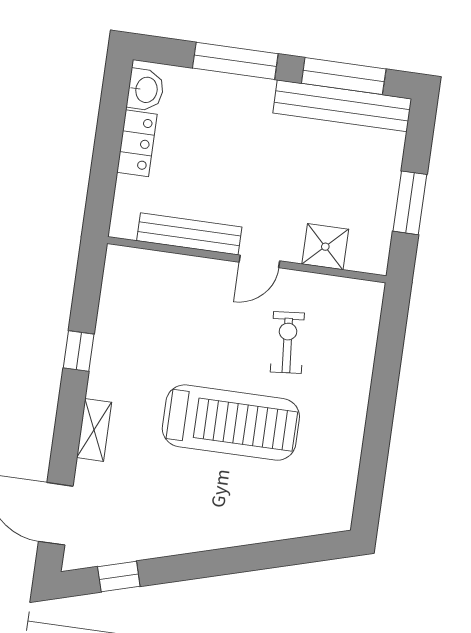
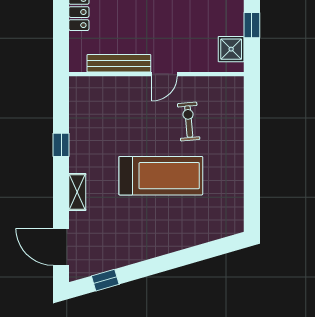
window: (410, 203) -> (252, 25), width x0.67
shower: (325, 247) -> (231, 49), moved

